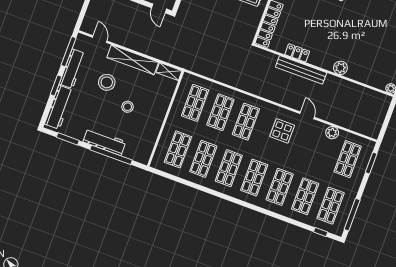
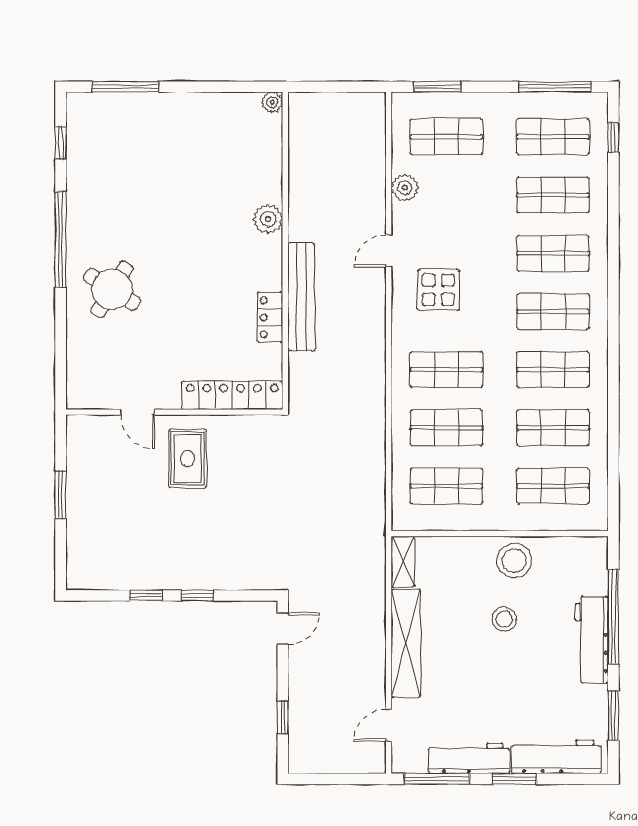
stool: (107, 82) -> (514, 561), moved

